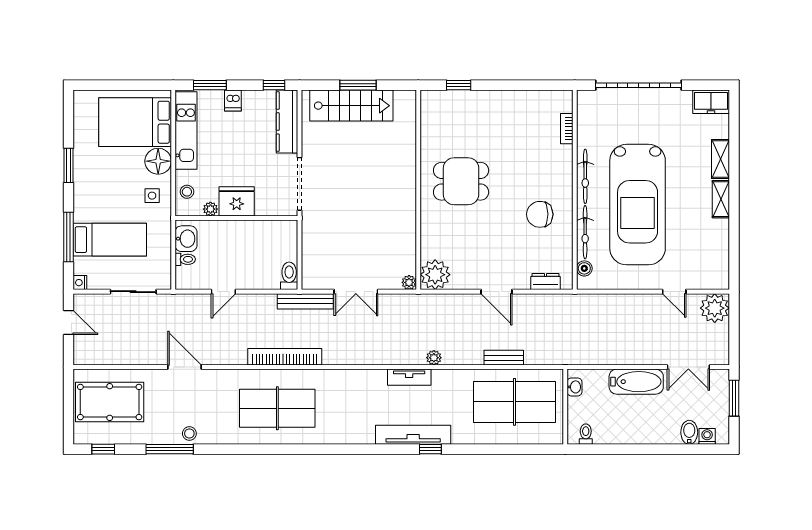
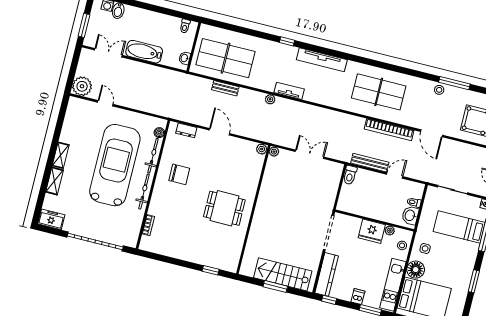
plant: (435, 275) -> (262, 149), width x0.53, depth x0.53
bench: (305, 301) -> (370, 163), moved
bookcase: (285, 357) -> (389, 130), moved
tv unit: (413, 435) -> (322, 60), moved

